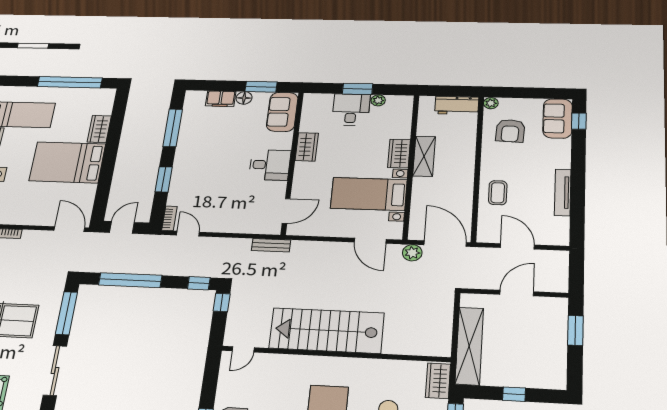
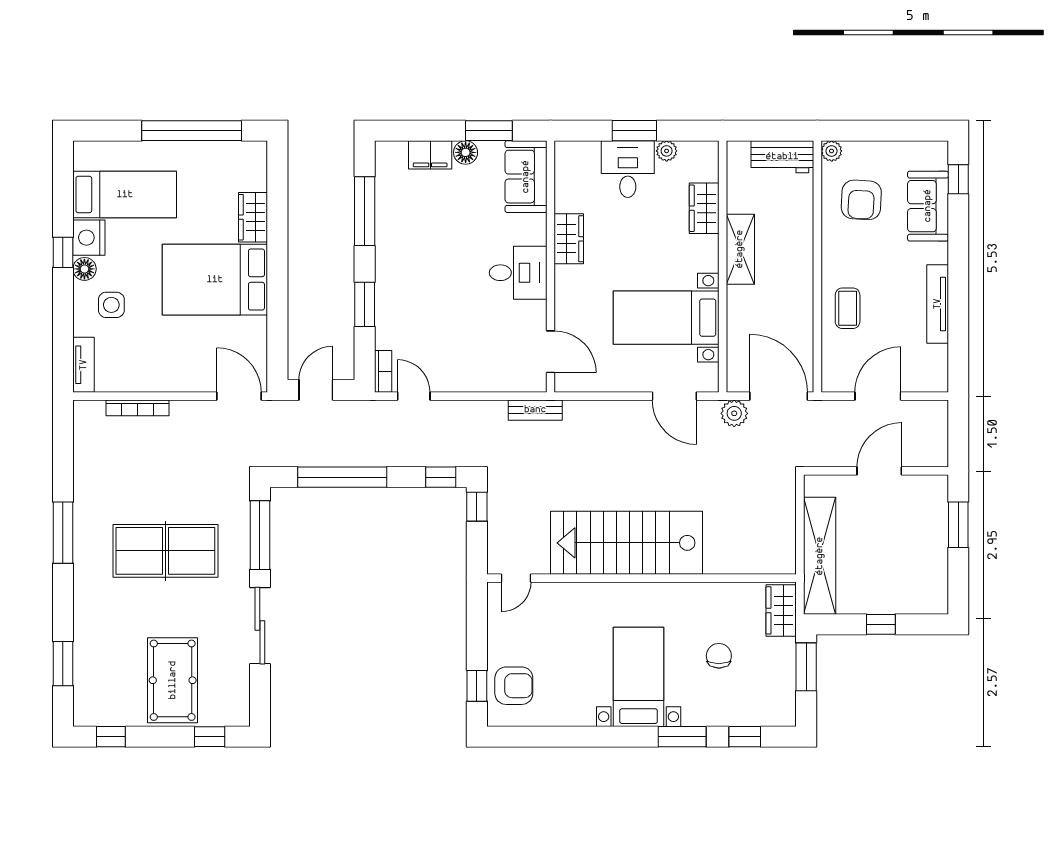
sofa: (558, 118) -> (928, 206), moved
wardrobe: (399, 154) -> (704, 208), moved
door: (286, 211) -> (551, 352), hinge flipped
door: (517, 246) -> (878, 396), hinge flipped

